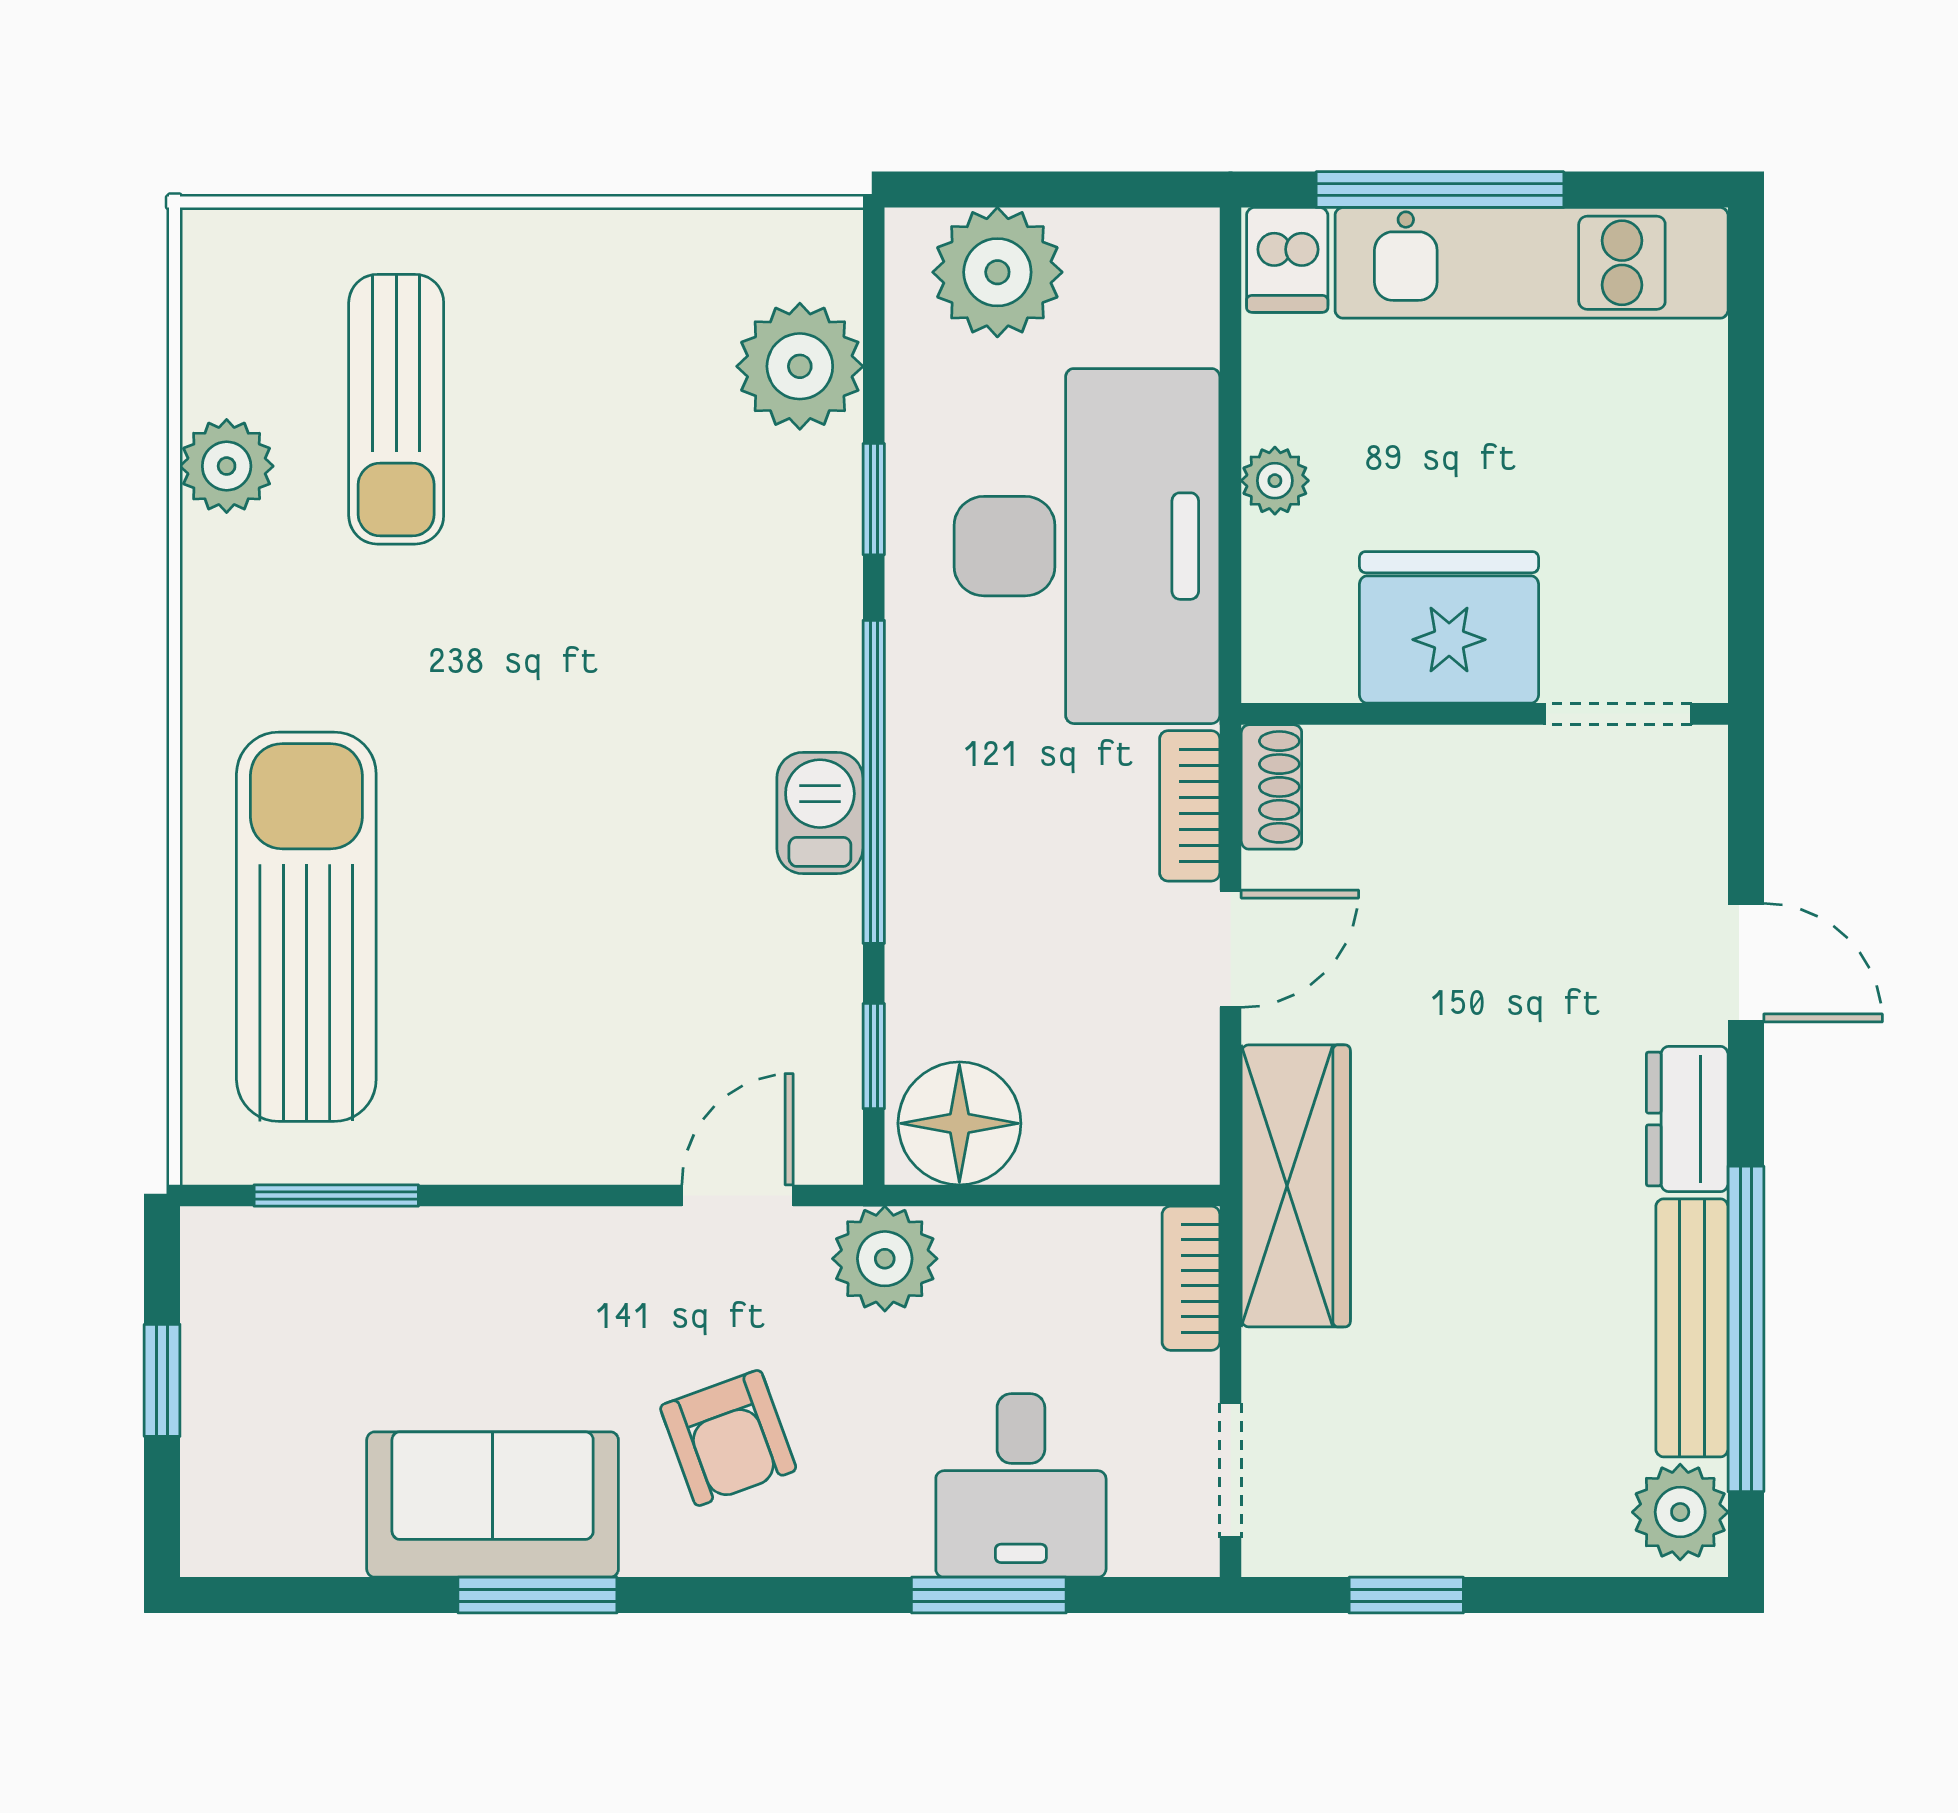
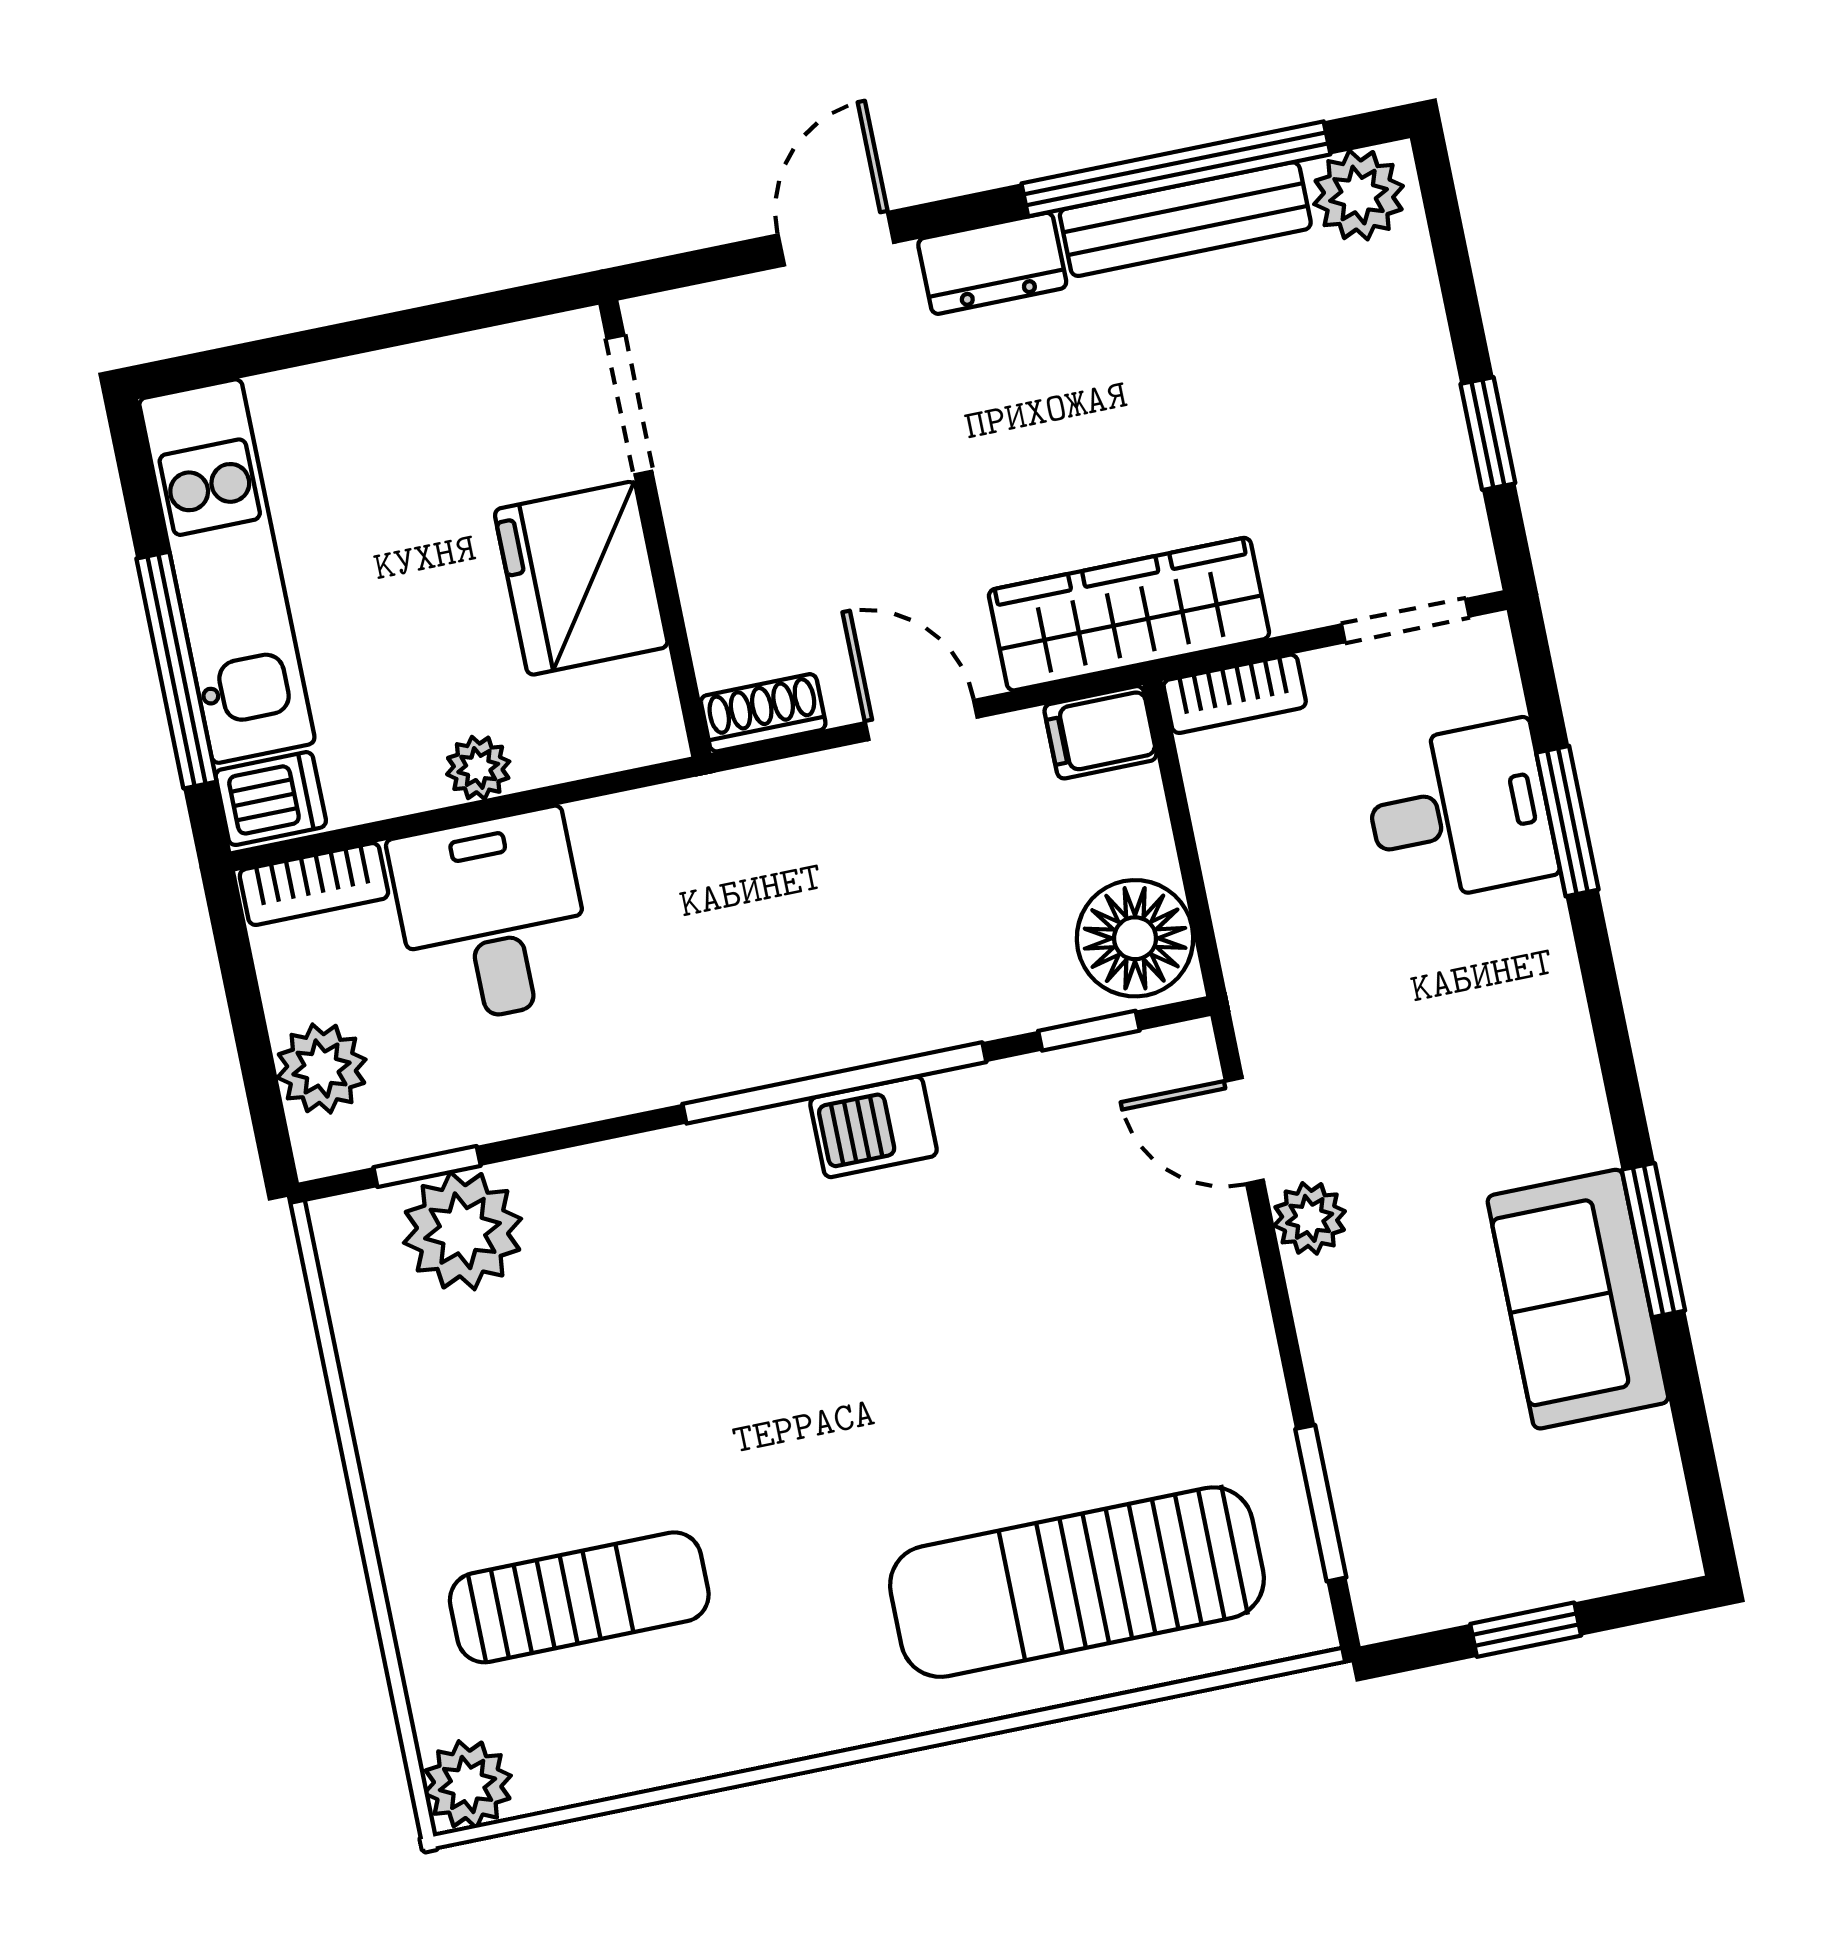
plant: (997, 272) -> (321, 1069), width x0.73, depth x0.73
plant: (227, 466) -> (468, 1784), moved
window: (874, 499) -> (427, 1167), moved
desk: (1087, 546) -> (492, 917), width x0.53, depth x0.77
bookcase: (1190, 806) -> (314, 884), moved
filing cabinet: (1180, 1131) -> (1100, 732), added
plant: (885, 1259) -> (1310, 1218), moved, width x0.73, depth x0.73
armchair: (728, 1438) -> (1471, 1093), removed

